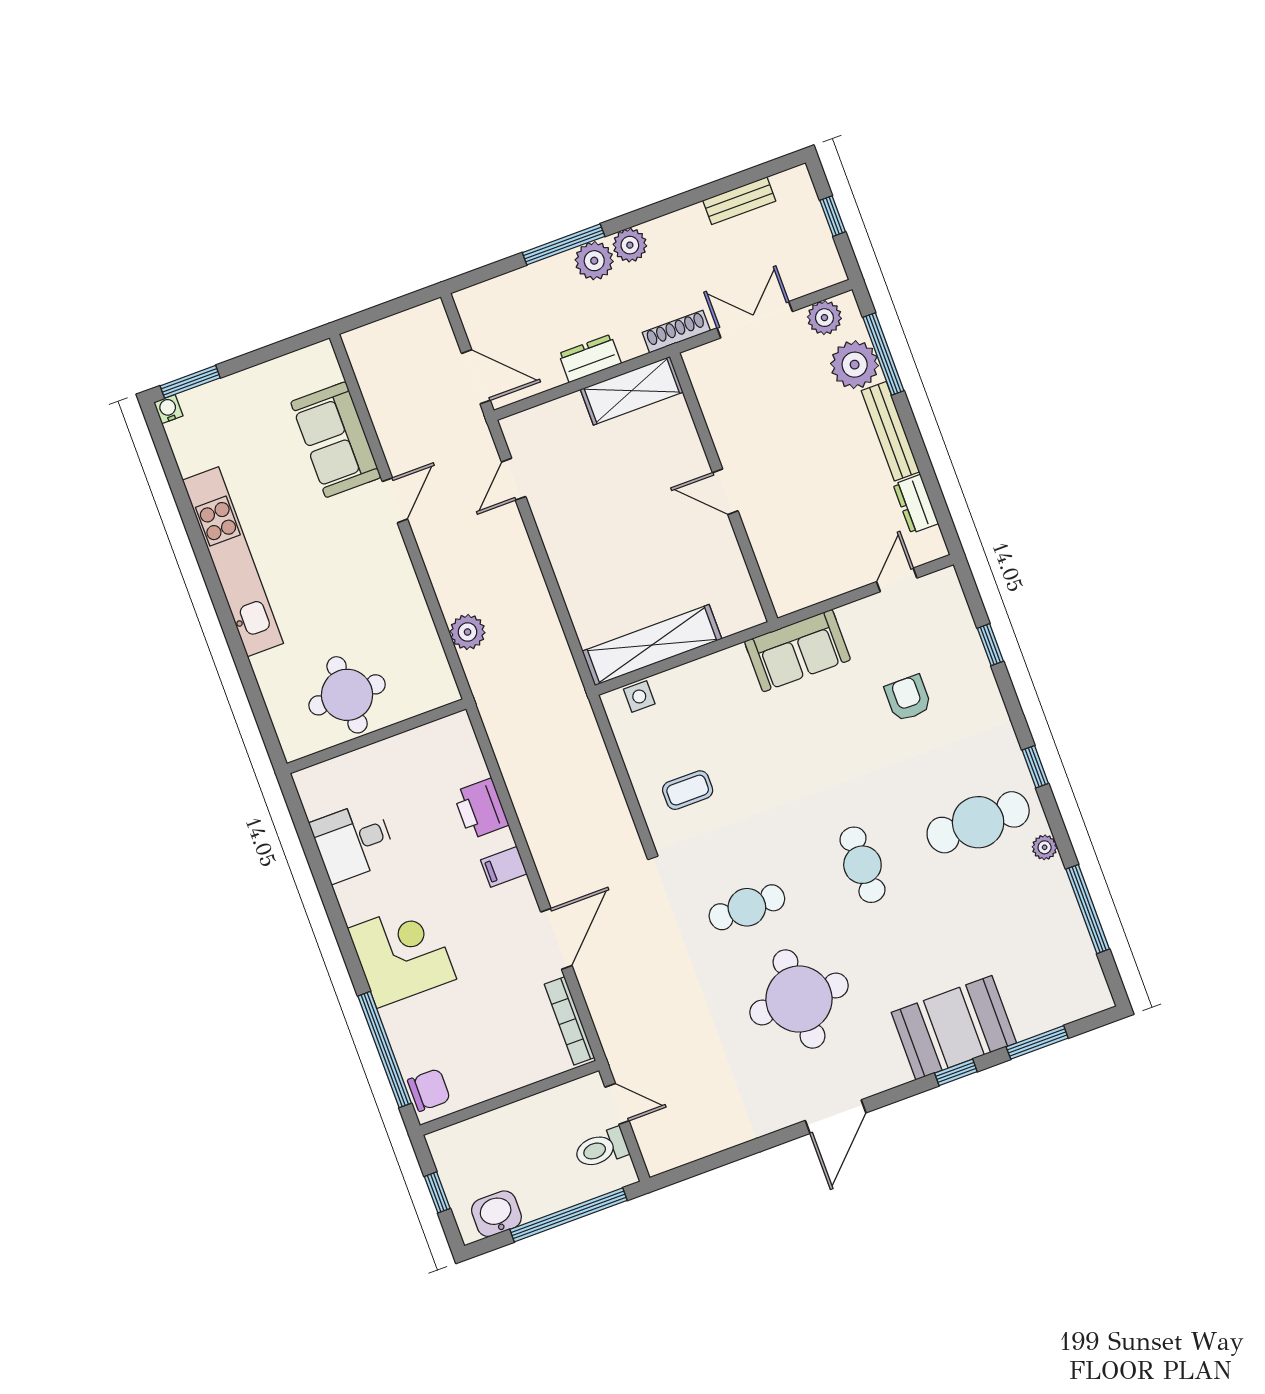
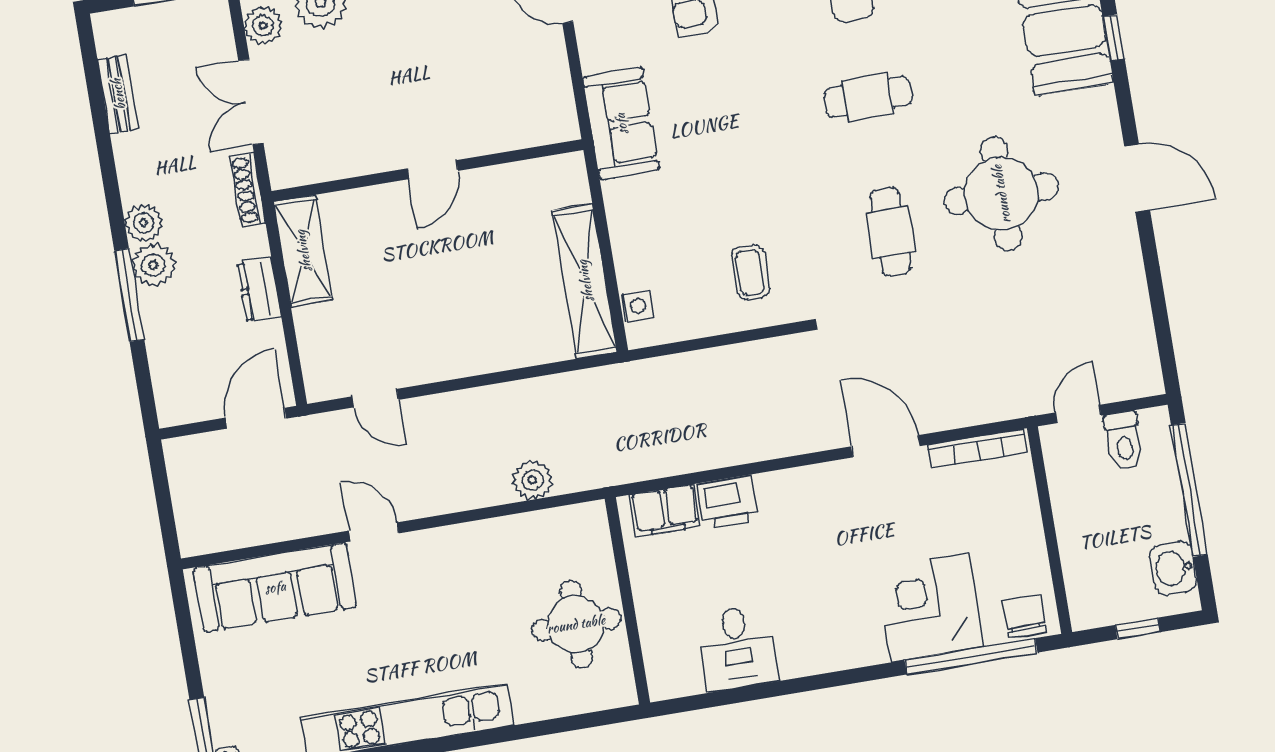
sofa: (336, 440) -> (275, 587), width x1.36
filing cabinet: (504, 867) -> (665, 511), moved, width x2.00
corner desk: (402, 954) -> (930, 608), moved

